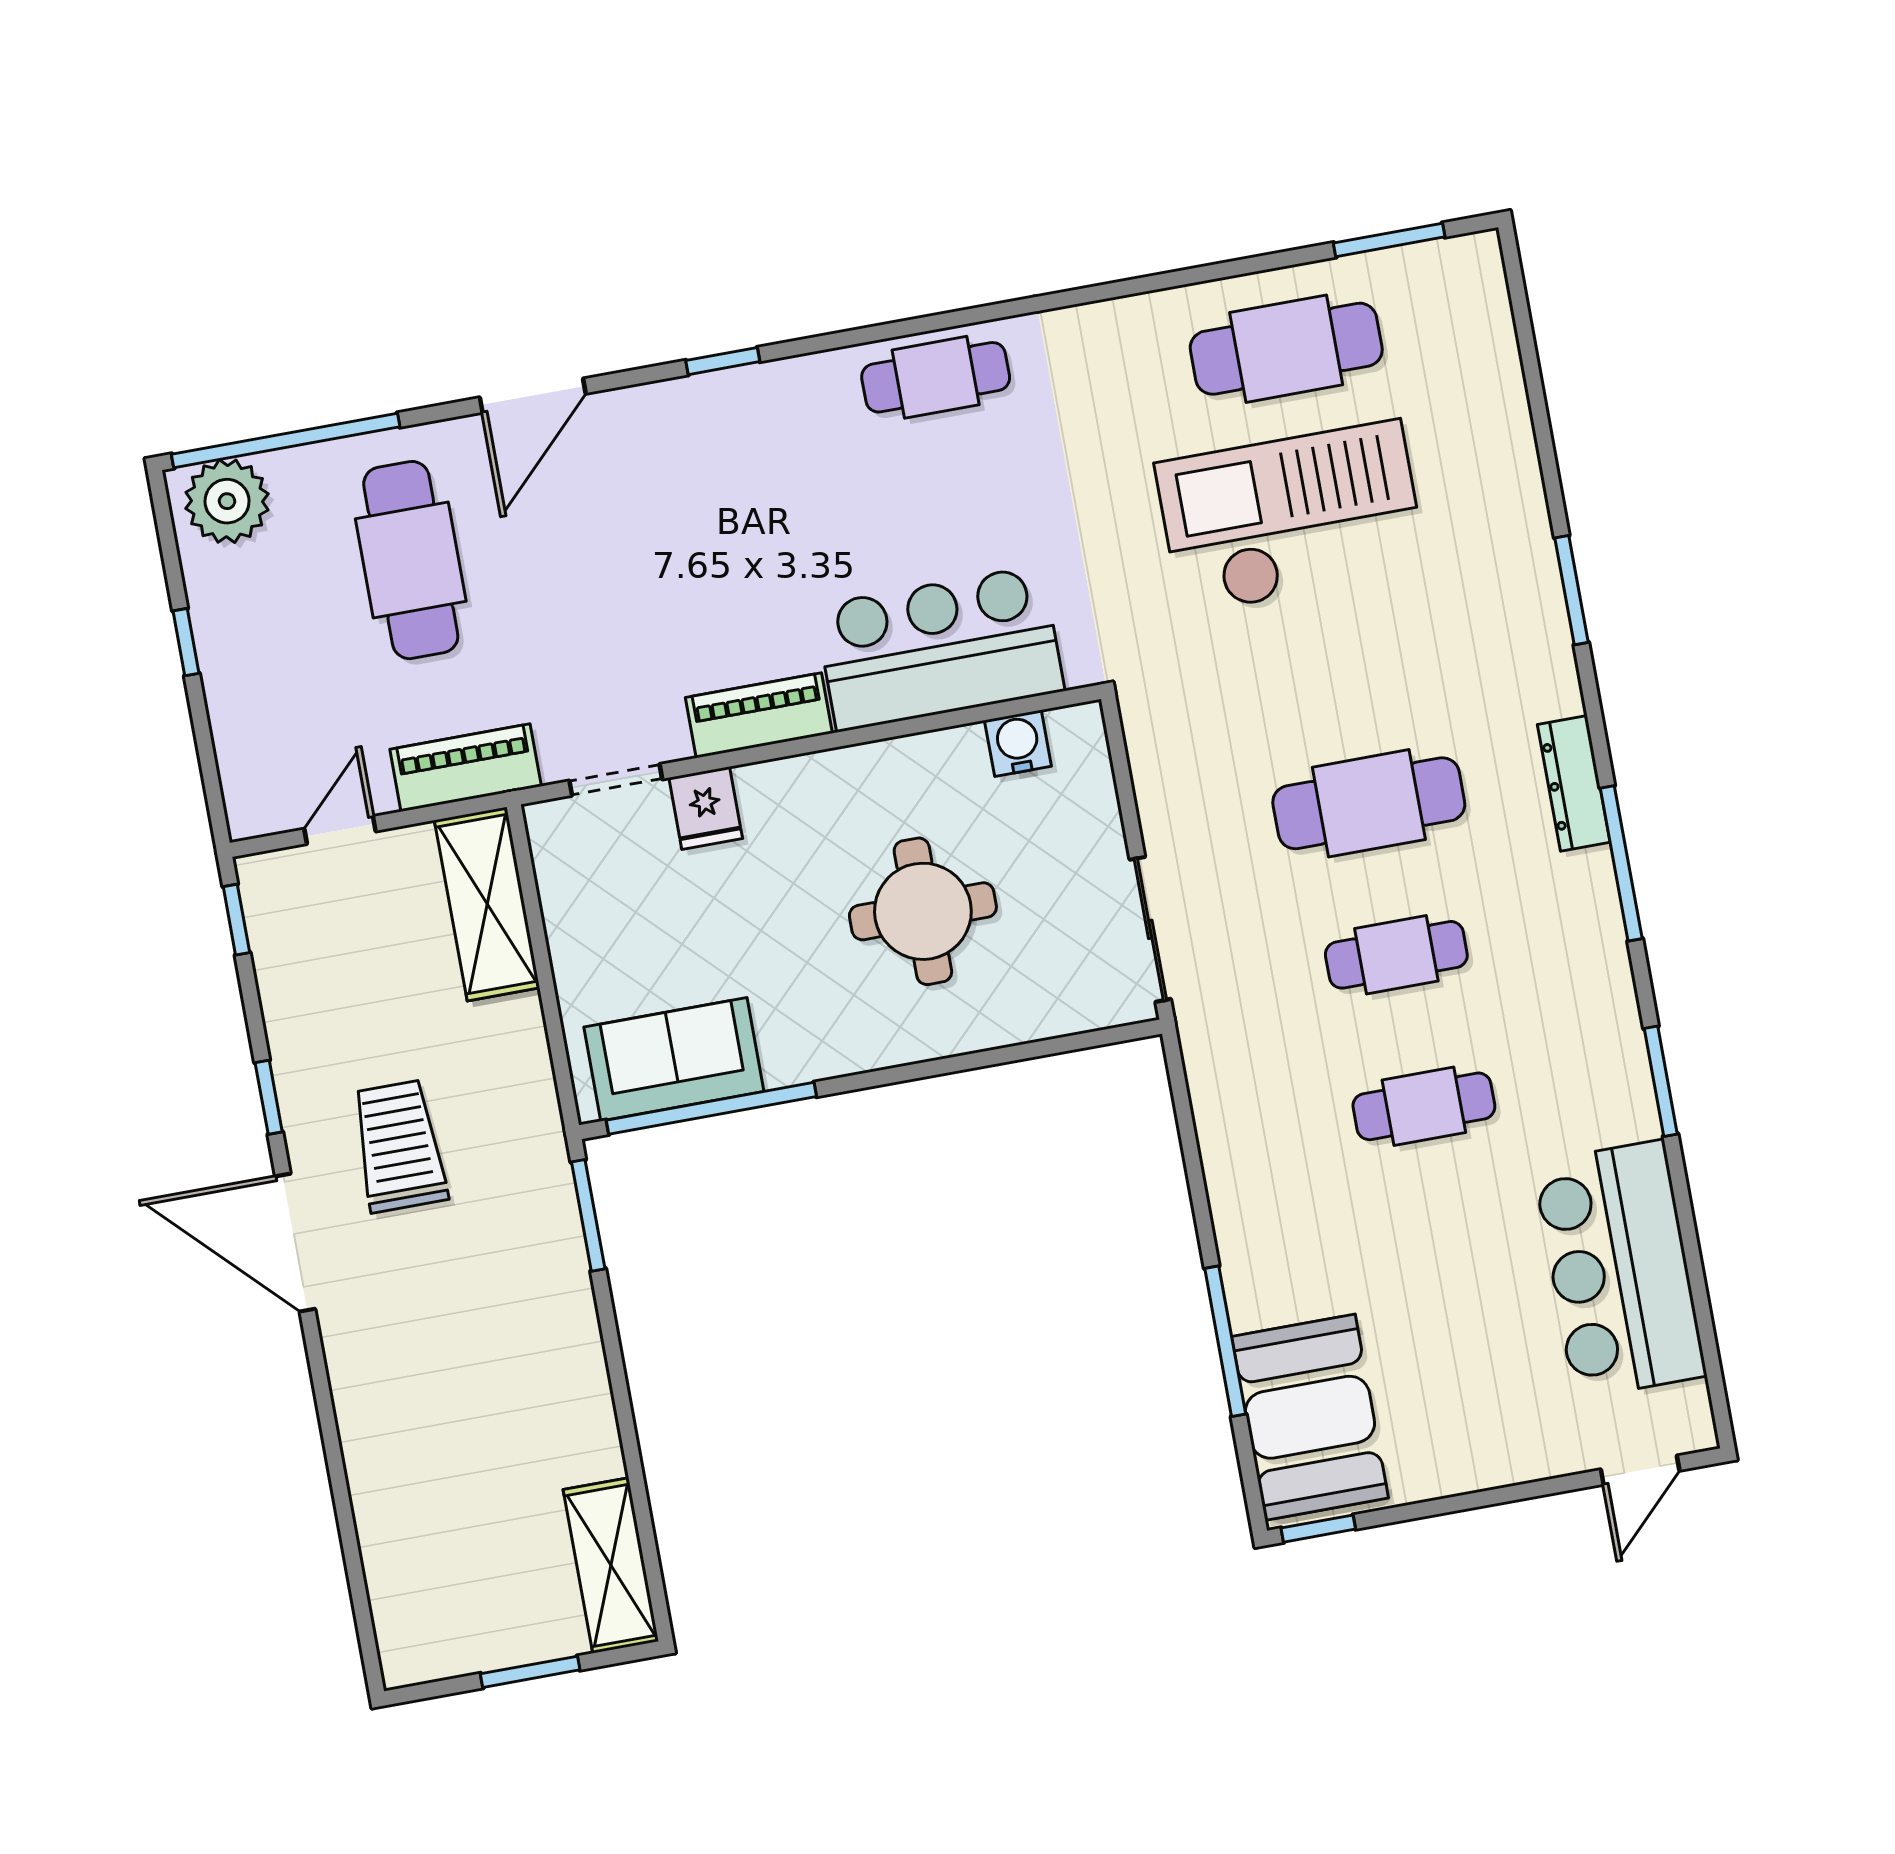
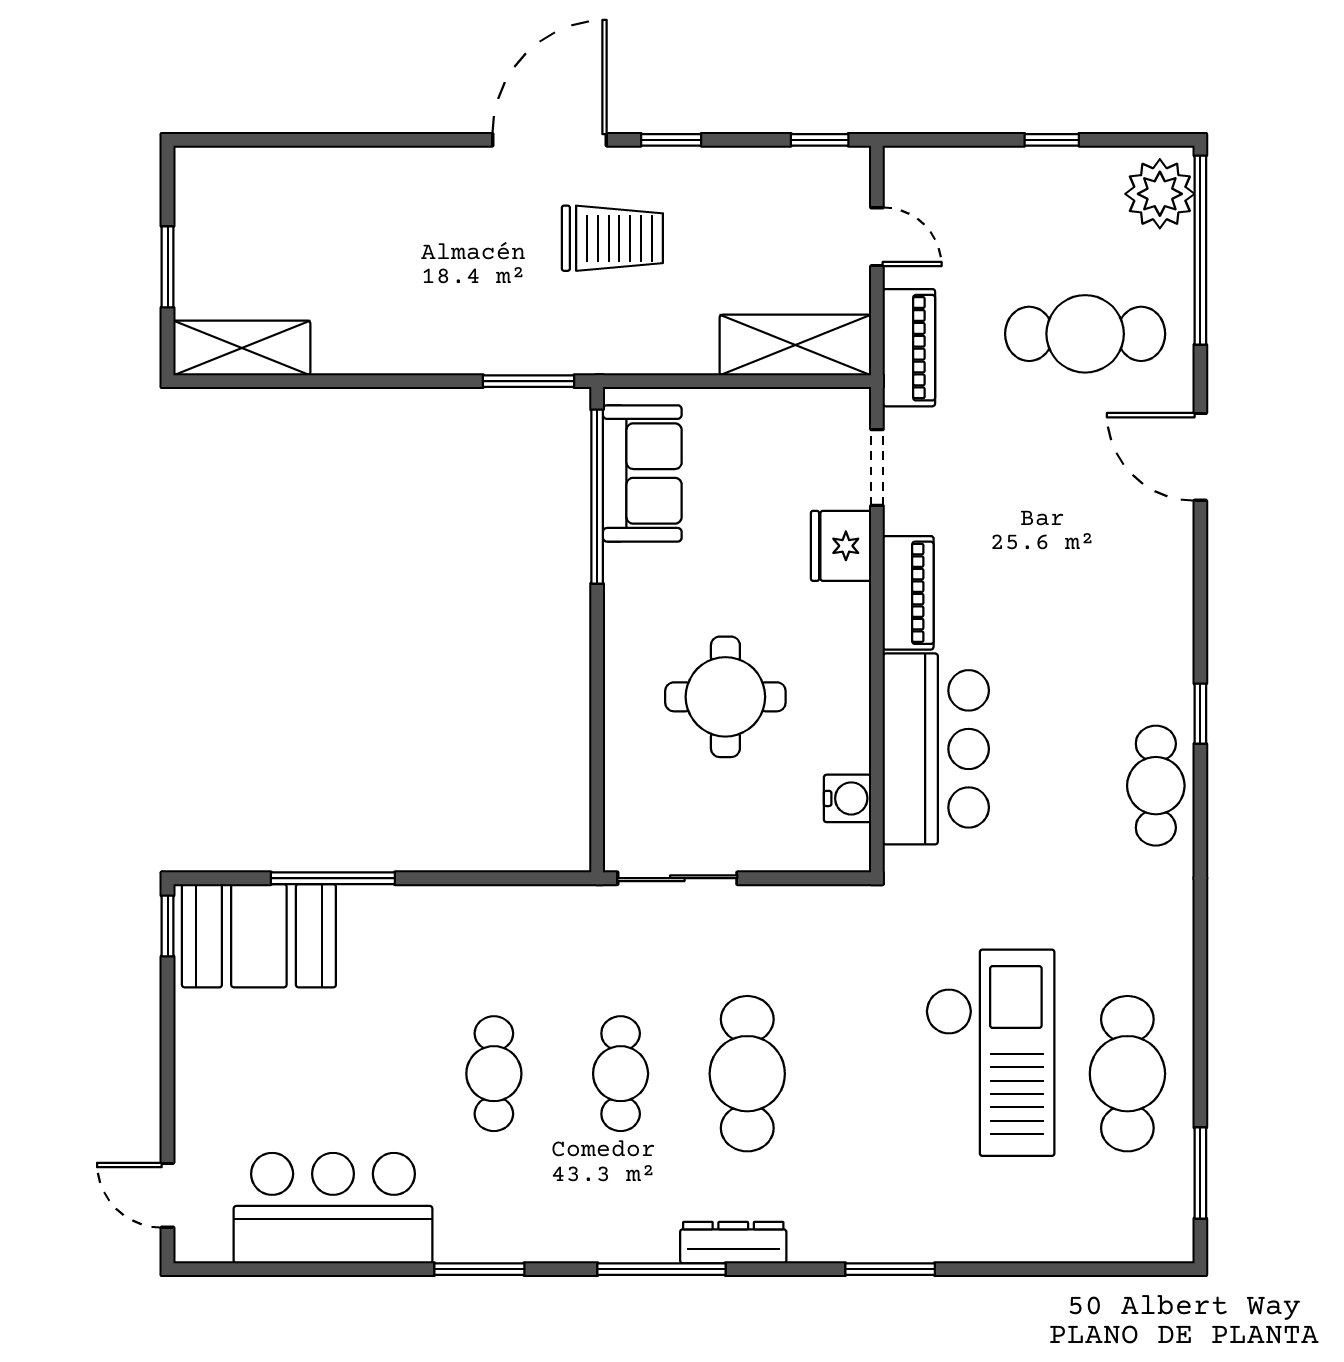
window: (723, 361) -> (1200, 714), moved
fridge: (706, 808) -> (841, 546), width x1.38

